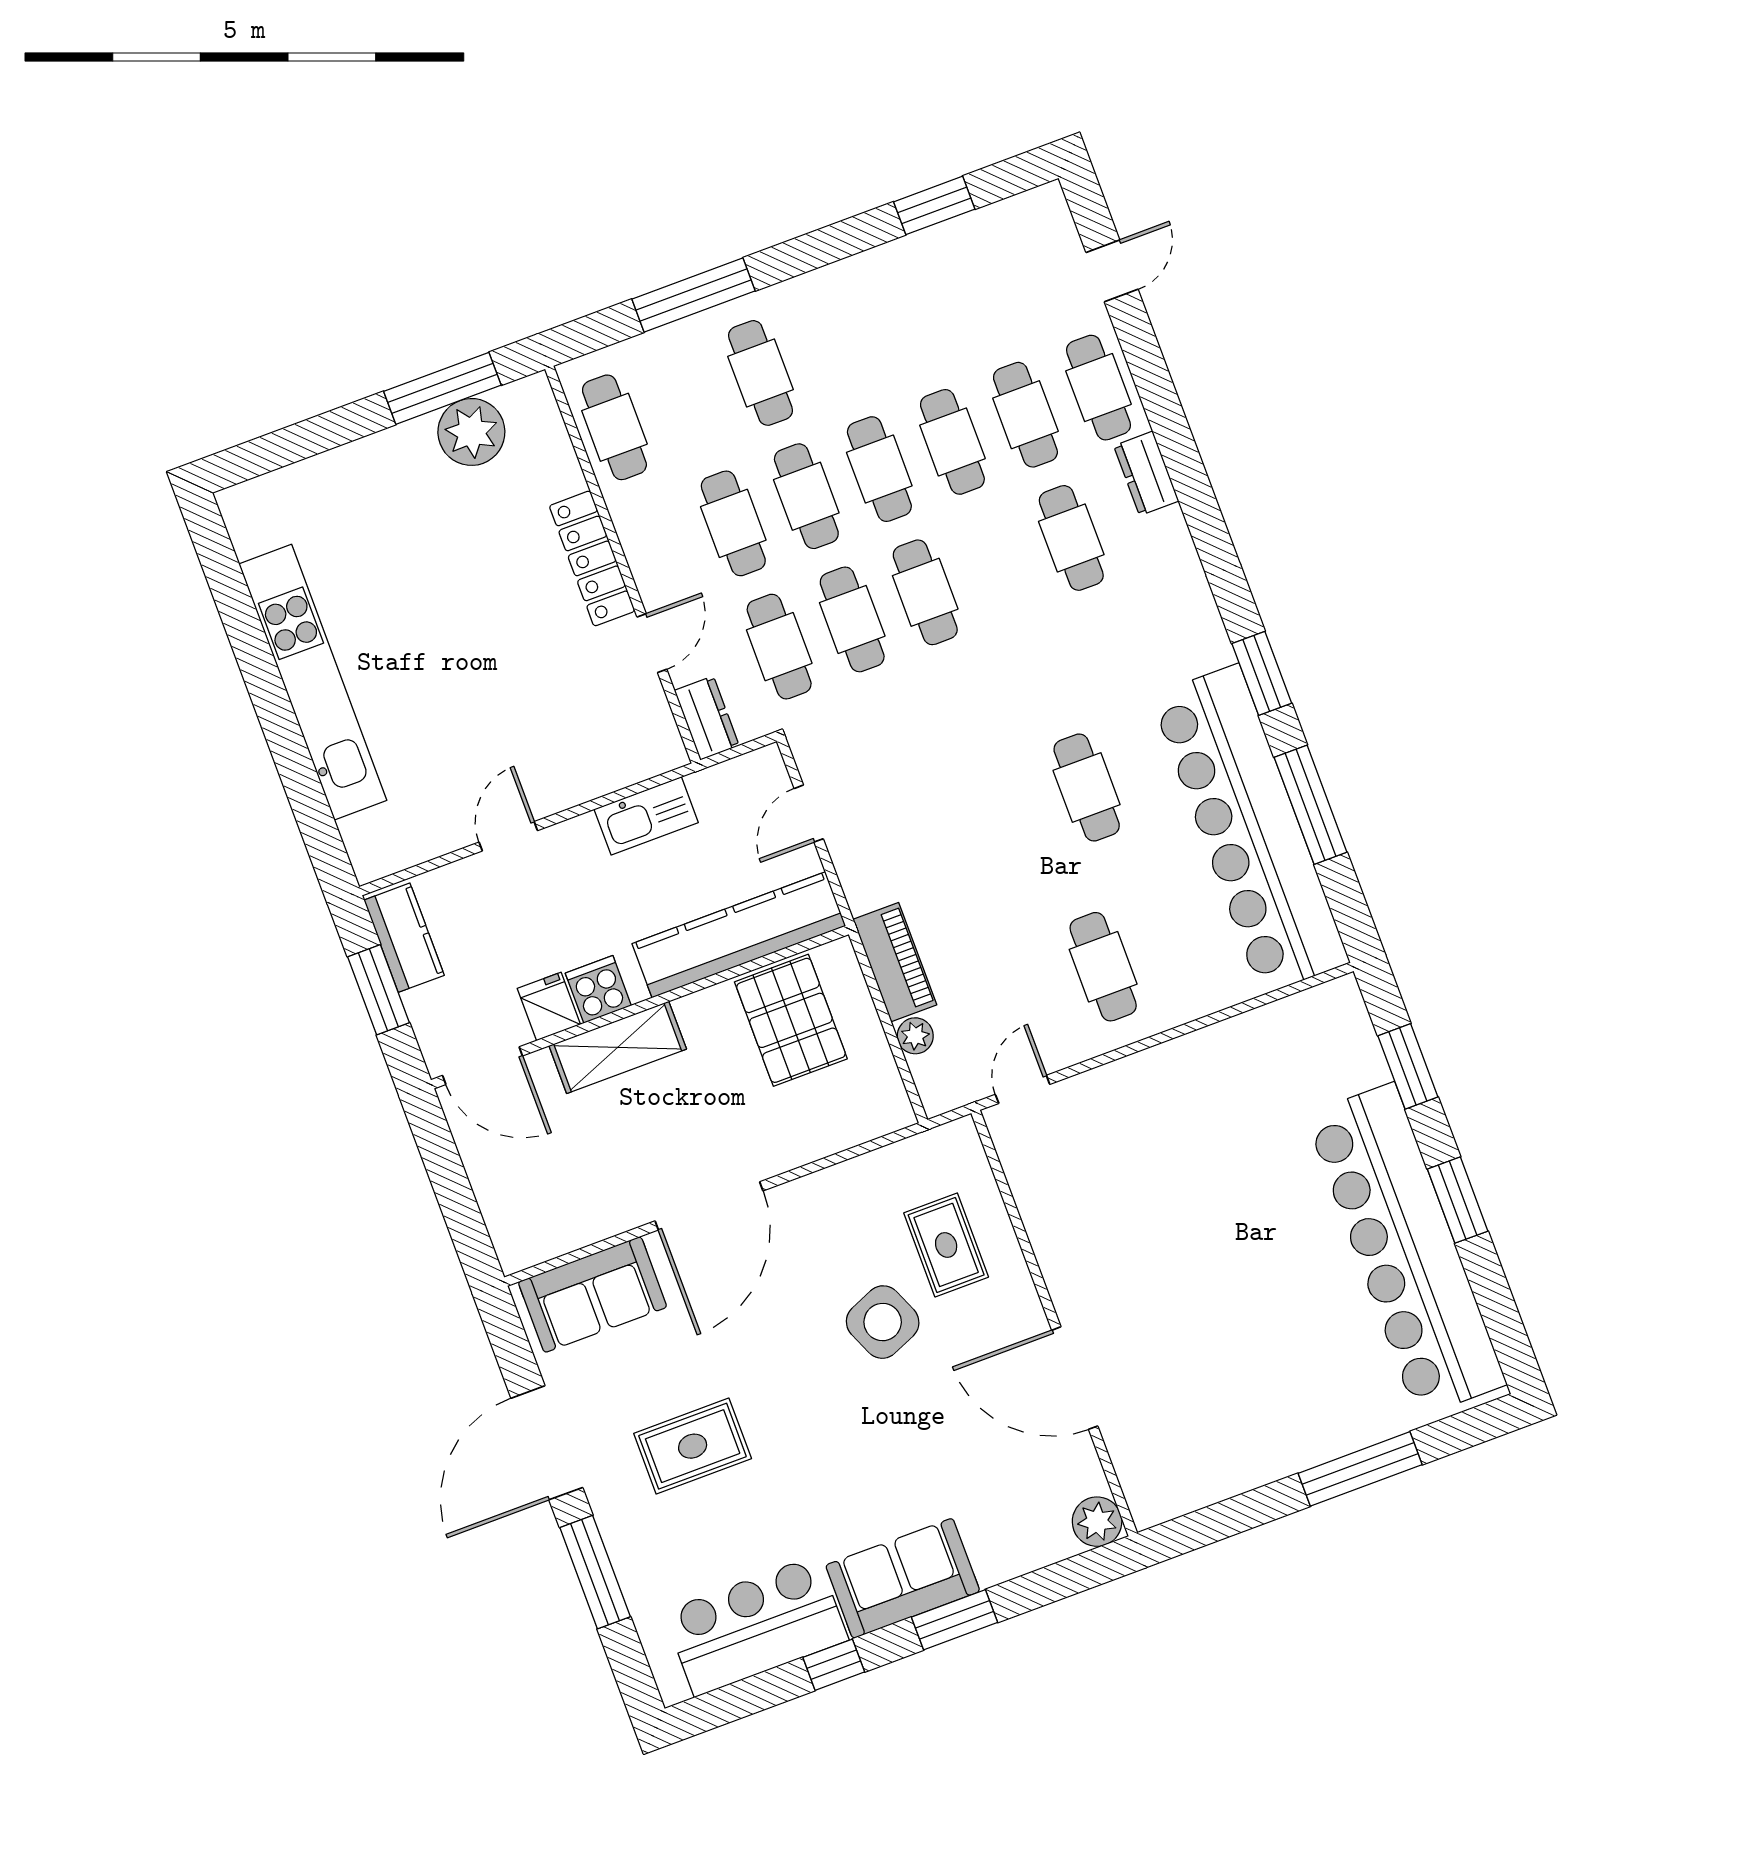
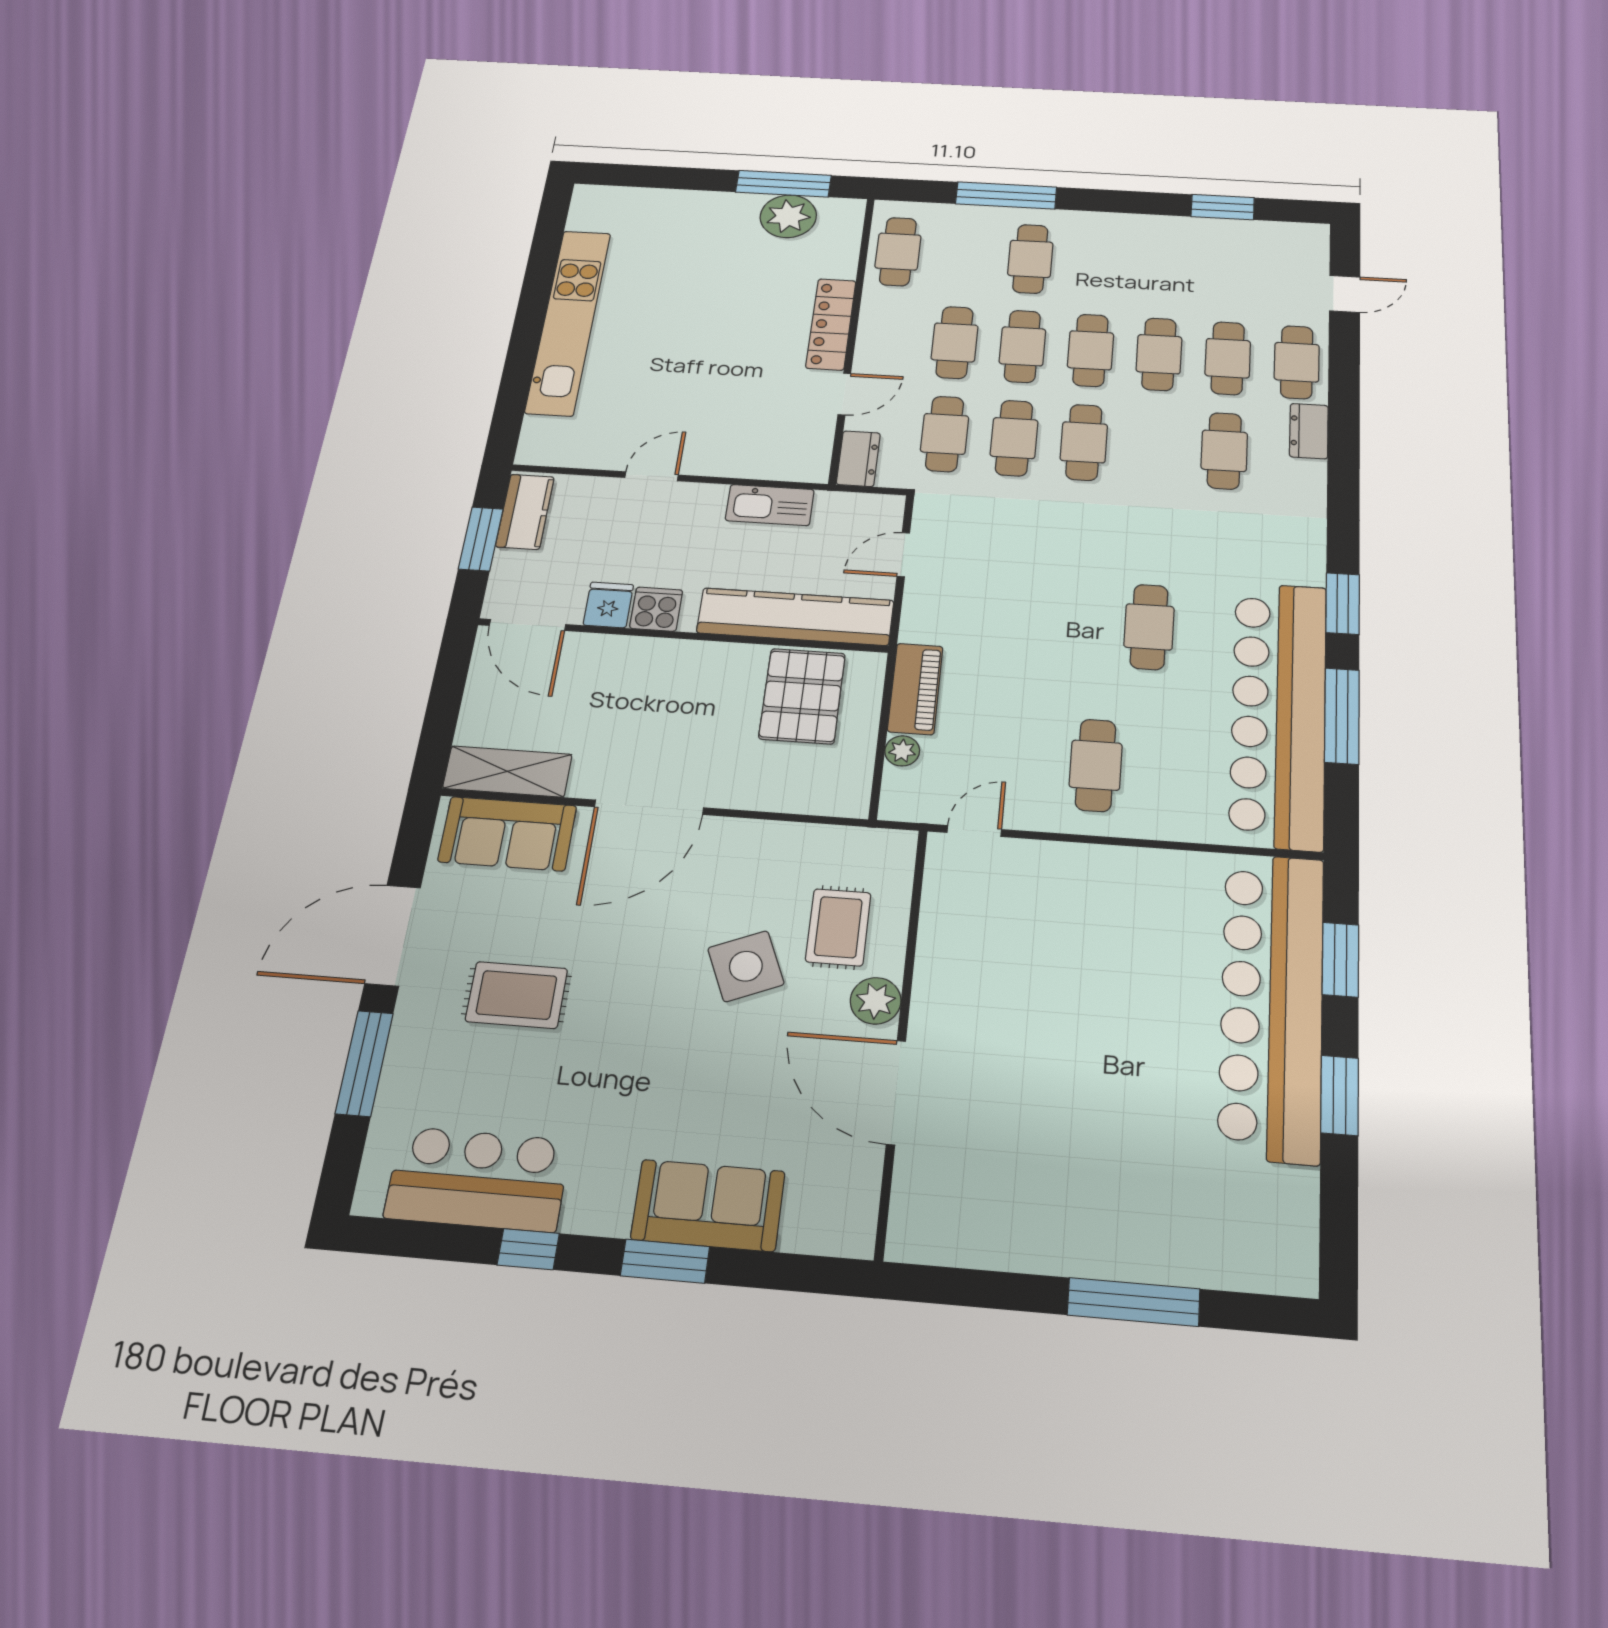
shelving: (618, 1047) -> (507, 771), moved
bar counter: (1406, 1250) -> (1272, 1004), moved
plant: (1097, 1522) -> (876, 1001), moved
sofa: (903, 1578) -> (708, 1205), moved

